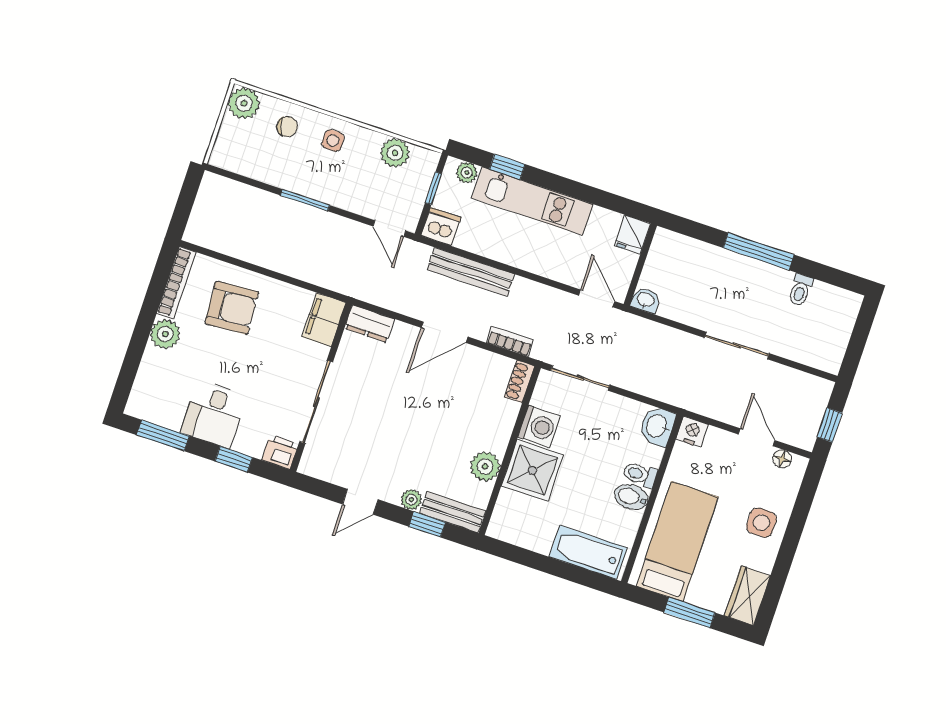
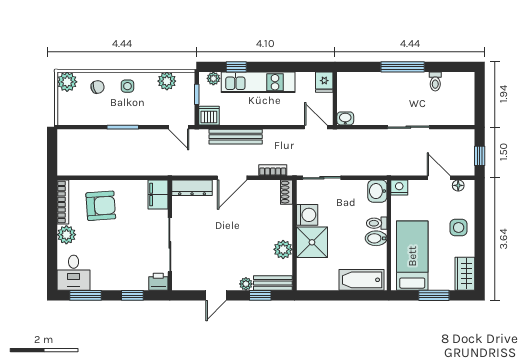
dresser: (370, 324) -> (192, 188), width x1.44
desk: (214, 414) -> (74, 273), moved

